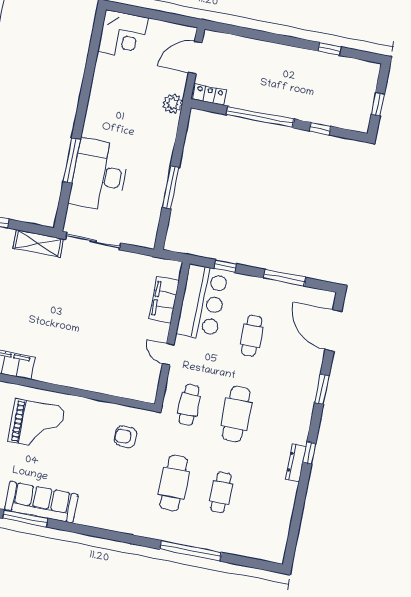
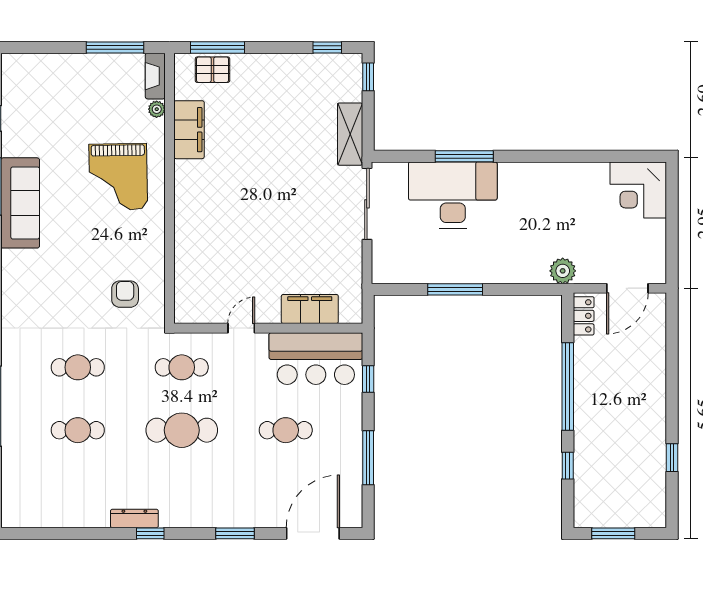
door: (195, 58) -> (627, 288), swing flipped
window: (378, 104) -> (613, 533), width x1.50
cafe table: (174, 483) -> (78, 367), width x0.73, depth x0.74

